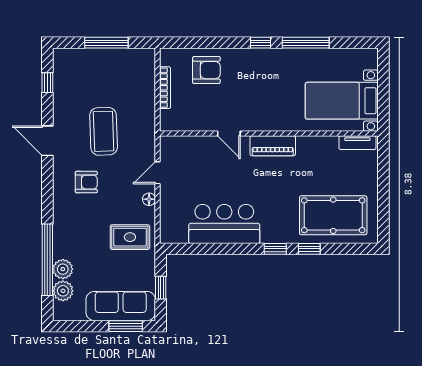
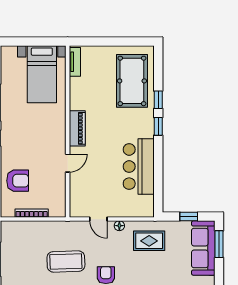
armchair: (206, 70) -> (18, 181), turned 90
rug: (130, 237) -> (149, 241), turned 90

